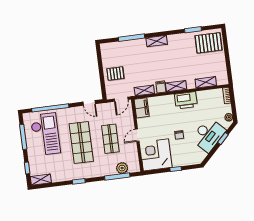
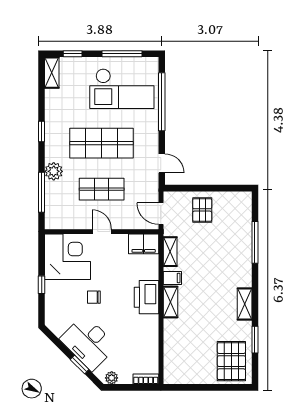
shelving: (157, 41) -> (245, 304), moved
shelving: (206, 82) -> (170, 349), removed
printer: (186, 100) -> (146, 297), moved
door: (89, 103) -> (162, 163), swing flipped
plant: (122, 168) -> (54, 171), moved

